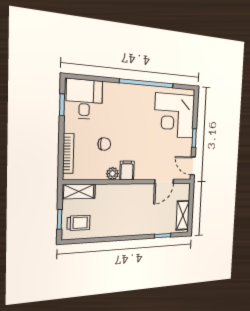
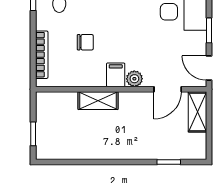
plant: (112, 174) -> (134, 79), moved
shelving: (79, 191) -> (98, 101), moved
shelving: (183, 215) -> (197, 112), moved
trolley: (79, 223) -> (56, 139), removed

